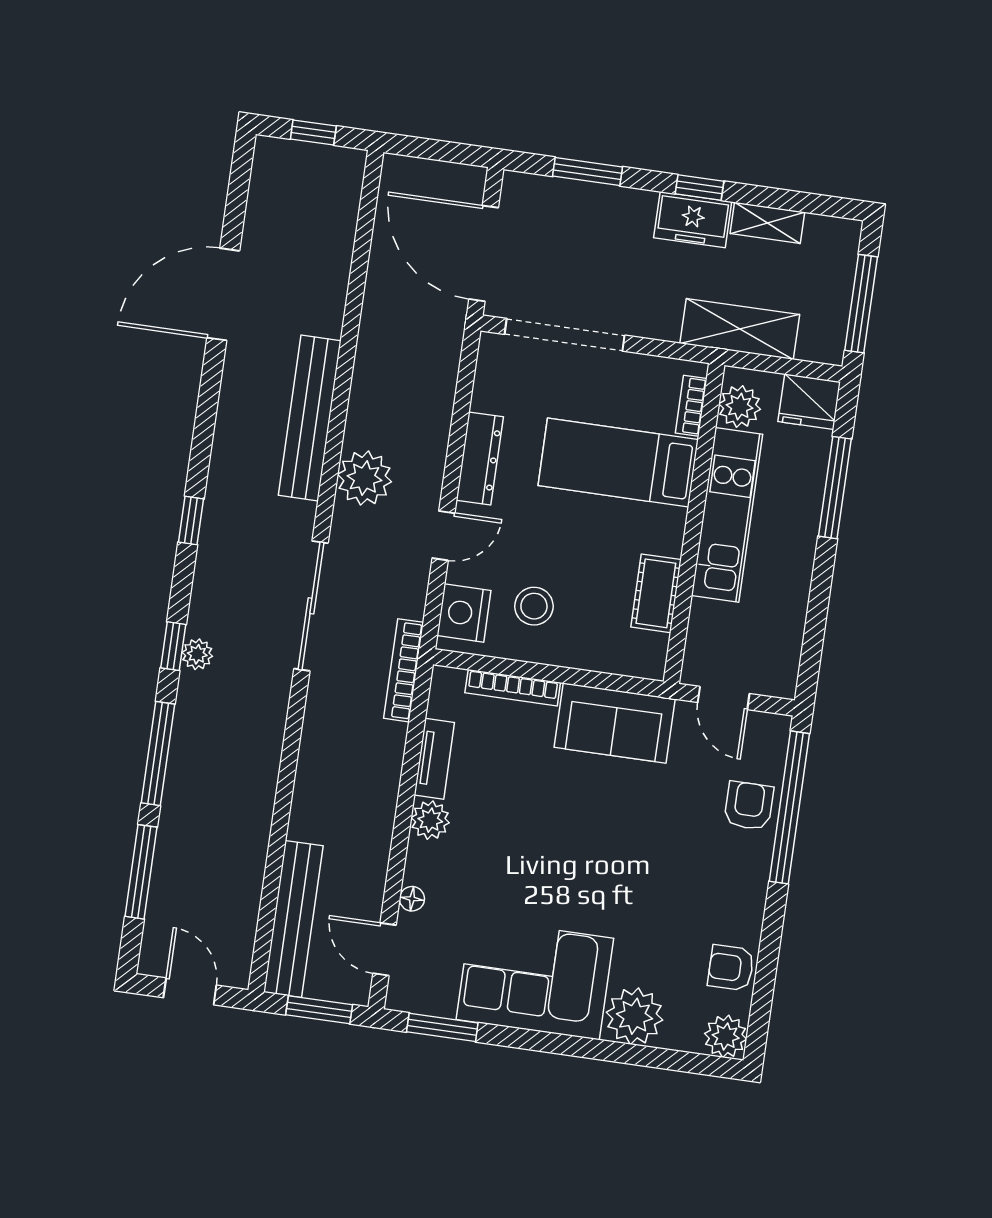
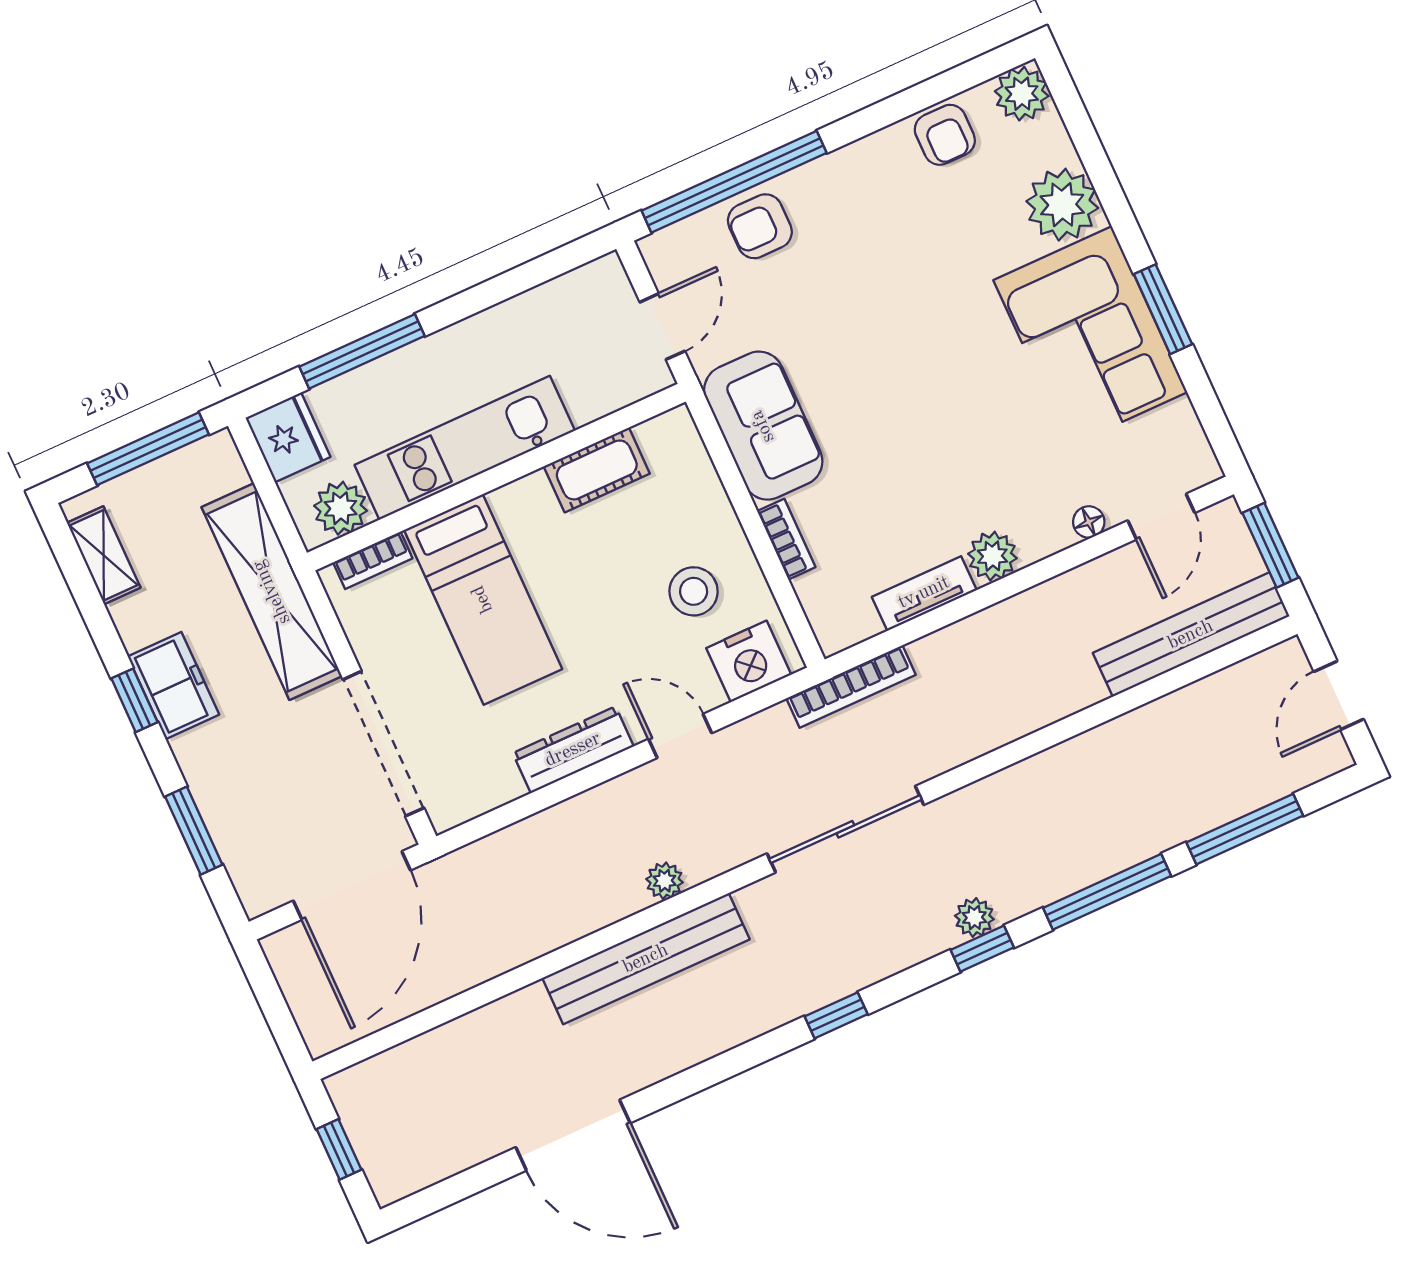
shelving: (767, 223) -> (104, 555), moved
shelving: (740, 329) -> (272, 592), width x1.47
plant: (365, 478) -> (665, 881), width x0.53, depth x0.53
bookcase: (513, 688) -> (786, 539), width x0.64
window: (442, 1027) -> (1163, 309), moved

